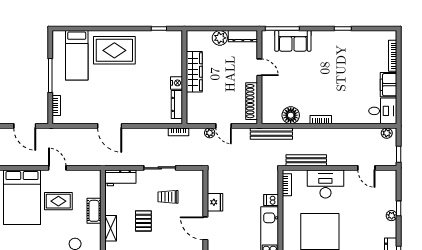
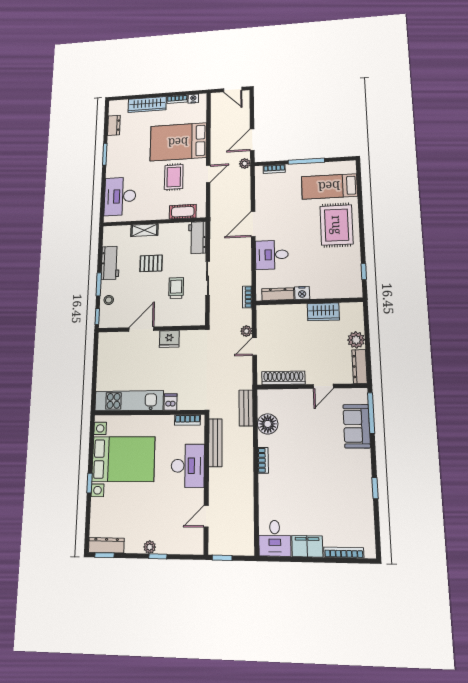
wardrobe: (194, 72) -> (323, 312), width x0.67
desk: (140, 109) -> (272, 255), added
plant: (387, 133) -> (245, 163), moved
bench: (271, 134) -> (246, 408), width x0.73
cot: (94, 211) -> (183, 212), moved

